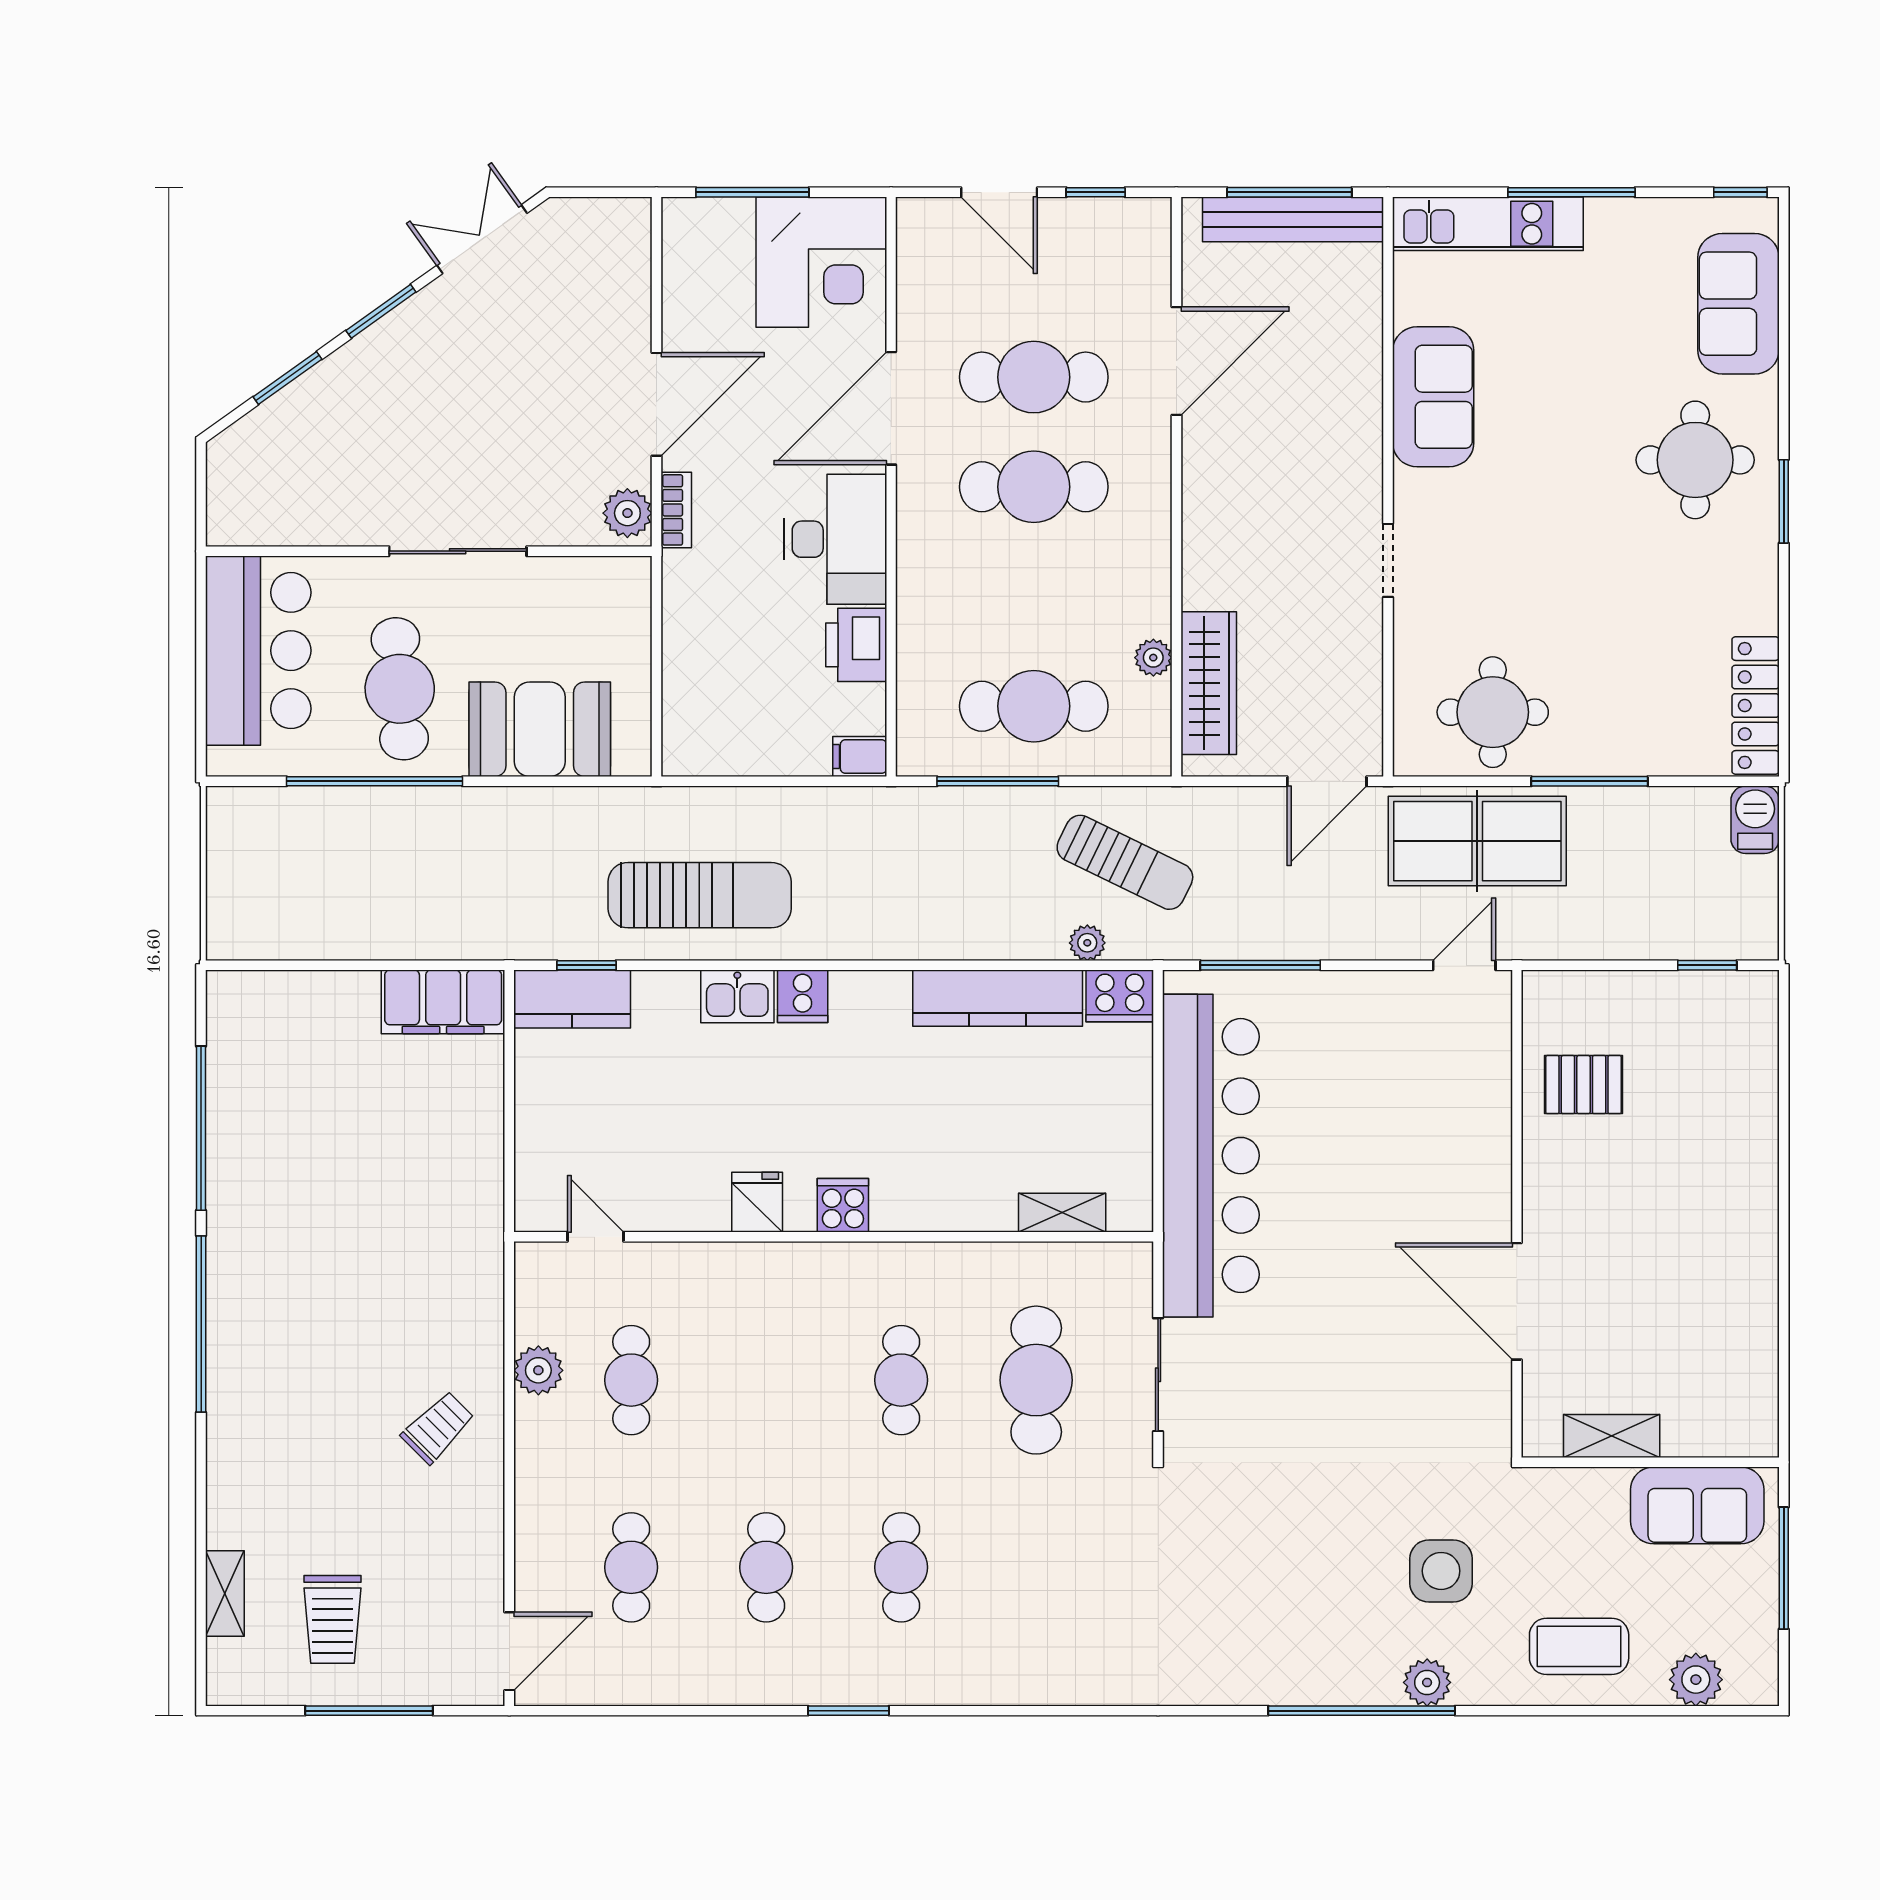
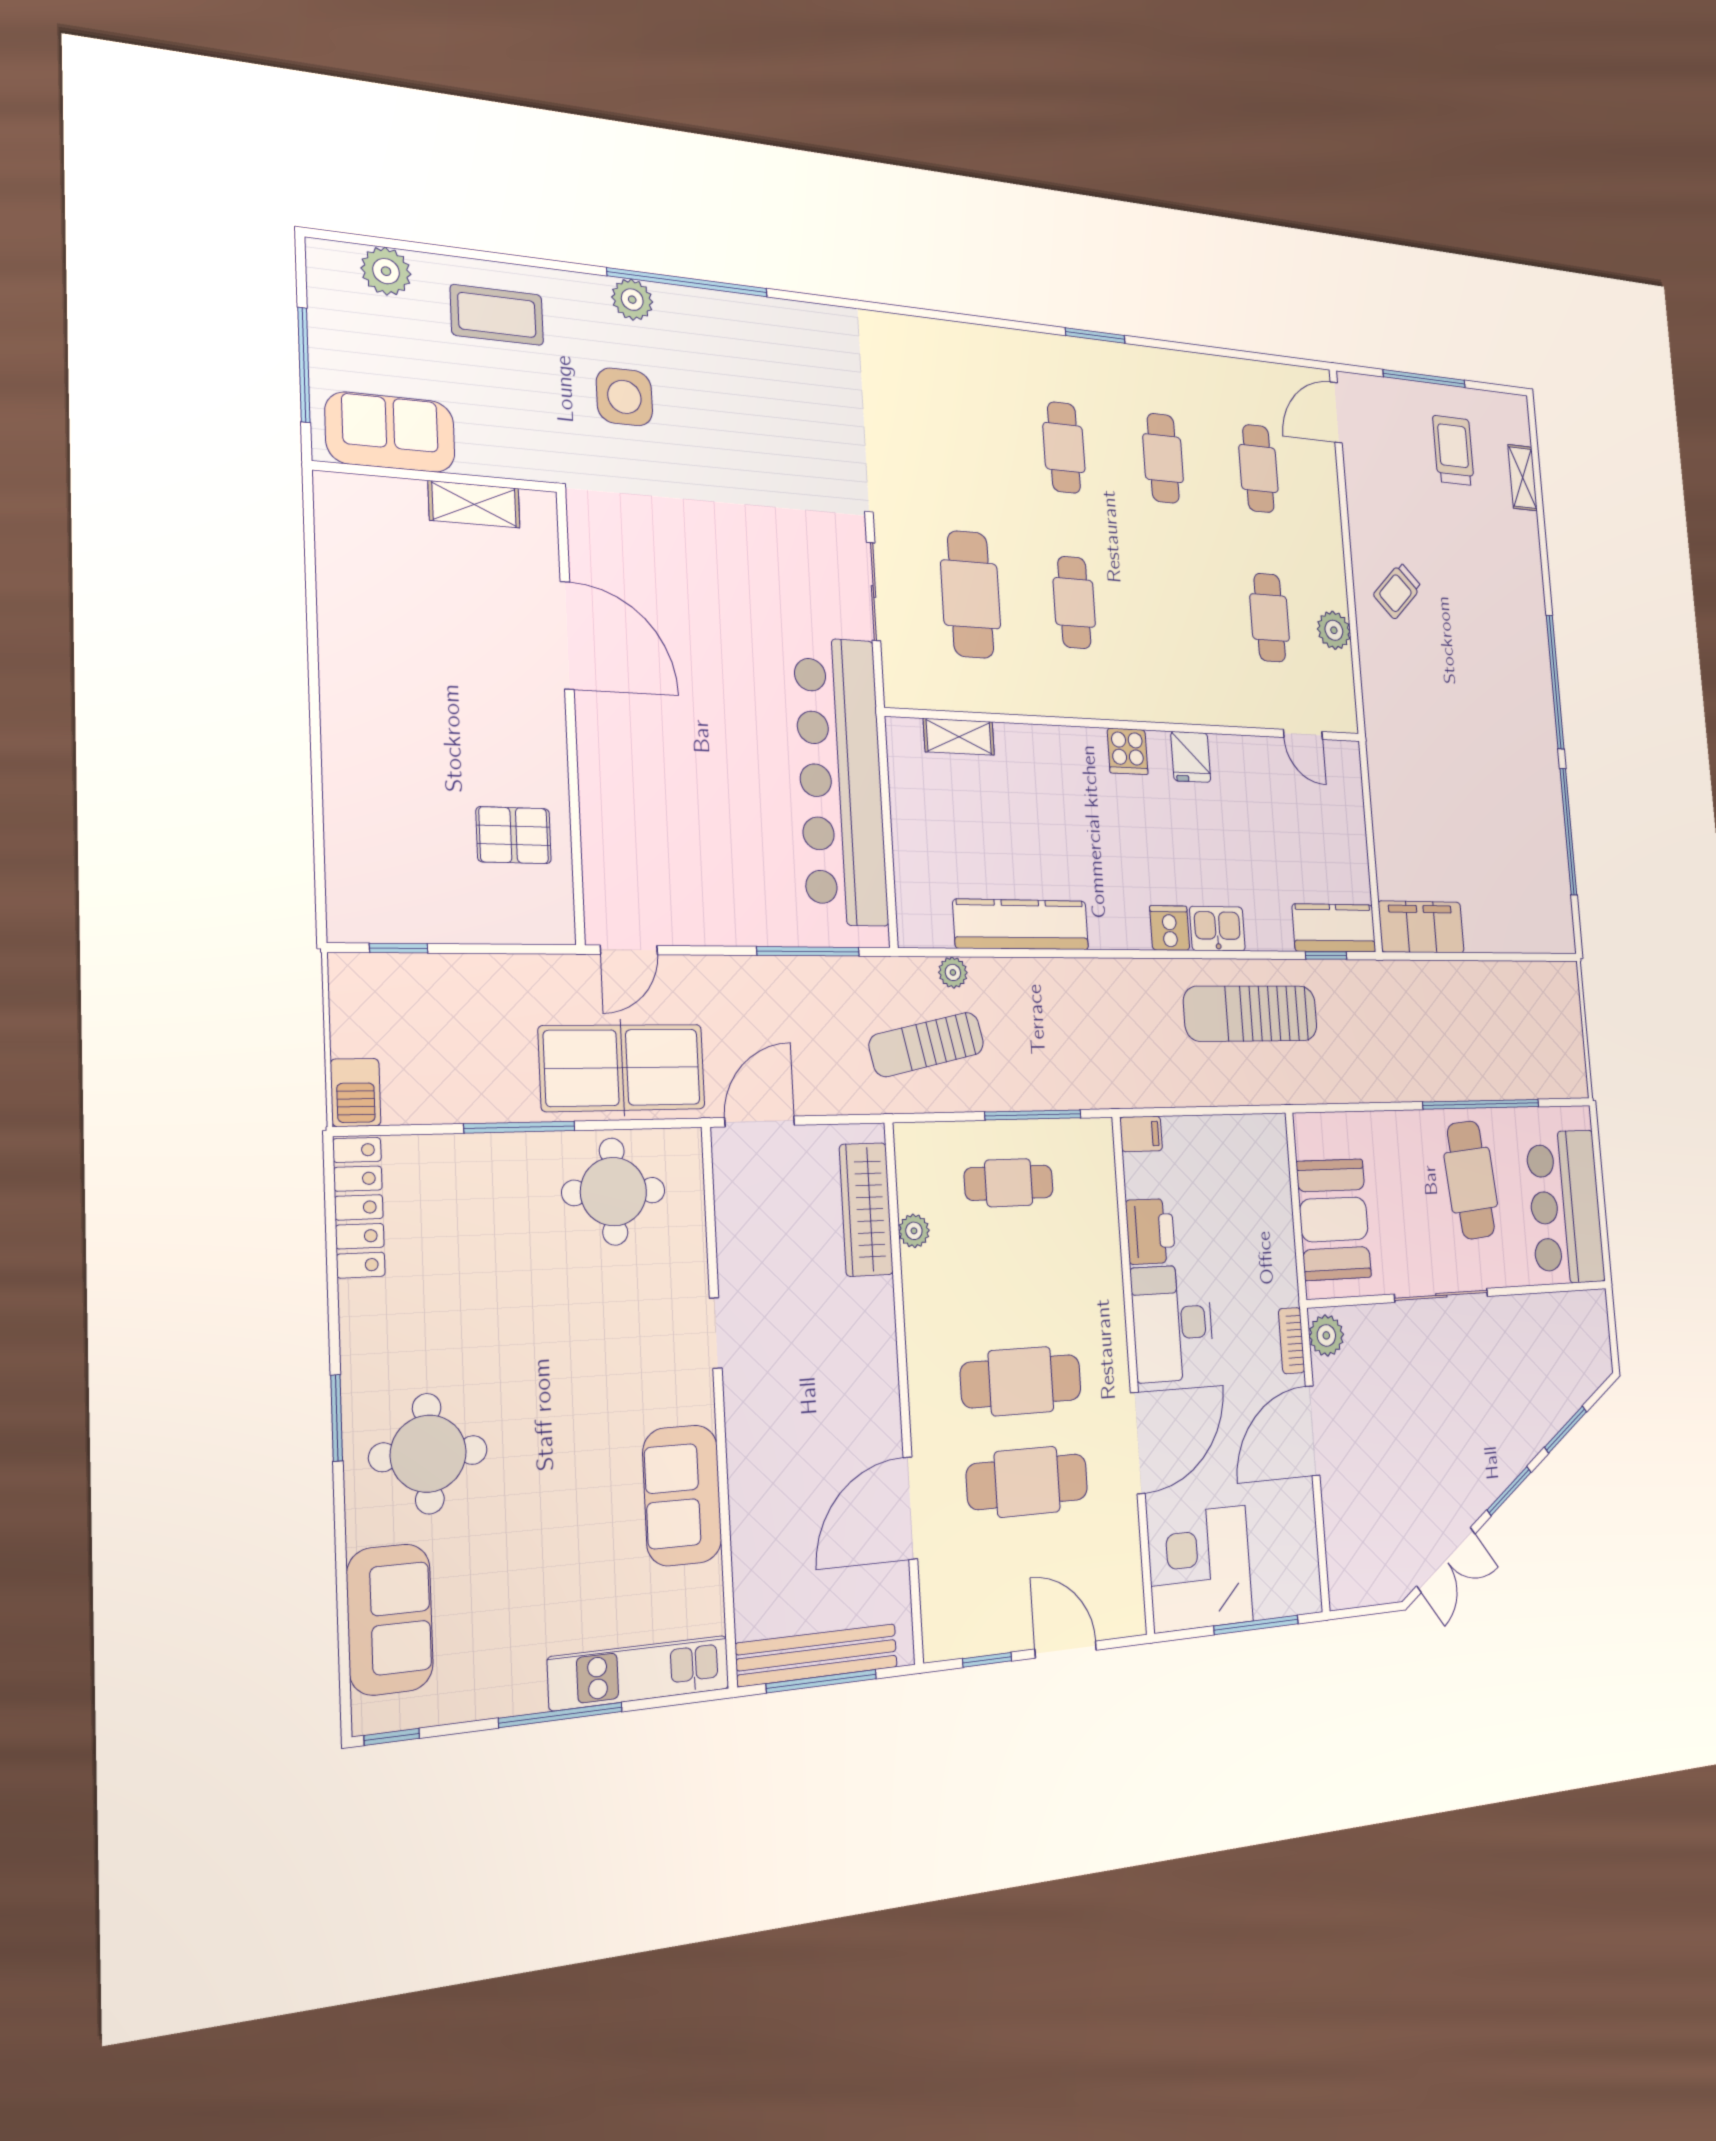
cafe table: (1034, 706) -> (1009, 1183), width x0.73, depth x0.74
booth: (540, 729) -> (1334, 1219), moved, turned 90
sun lounger: (1125, 862) -> (927, 1044), turned -38
cooker: (1120, 996) -> (924, 925), removed

